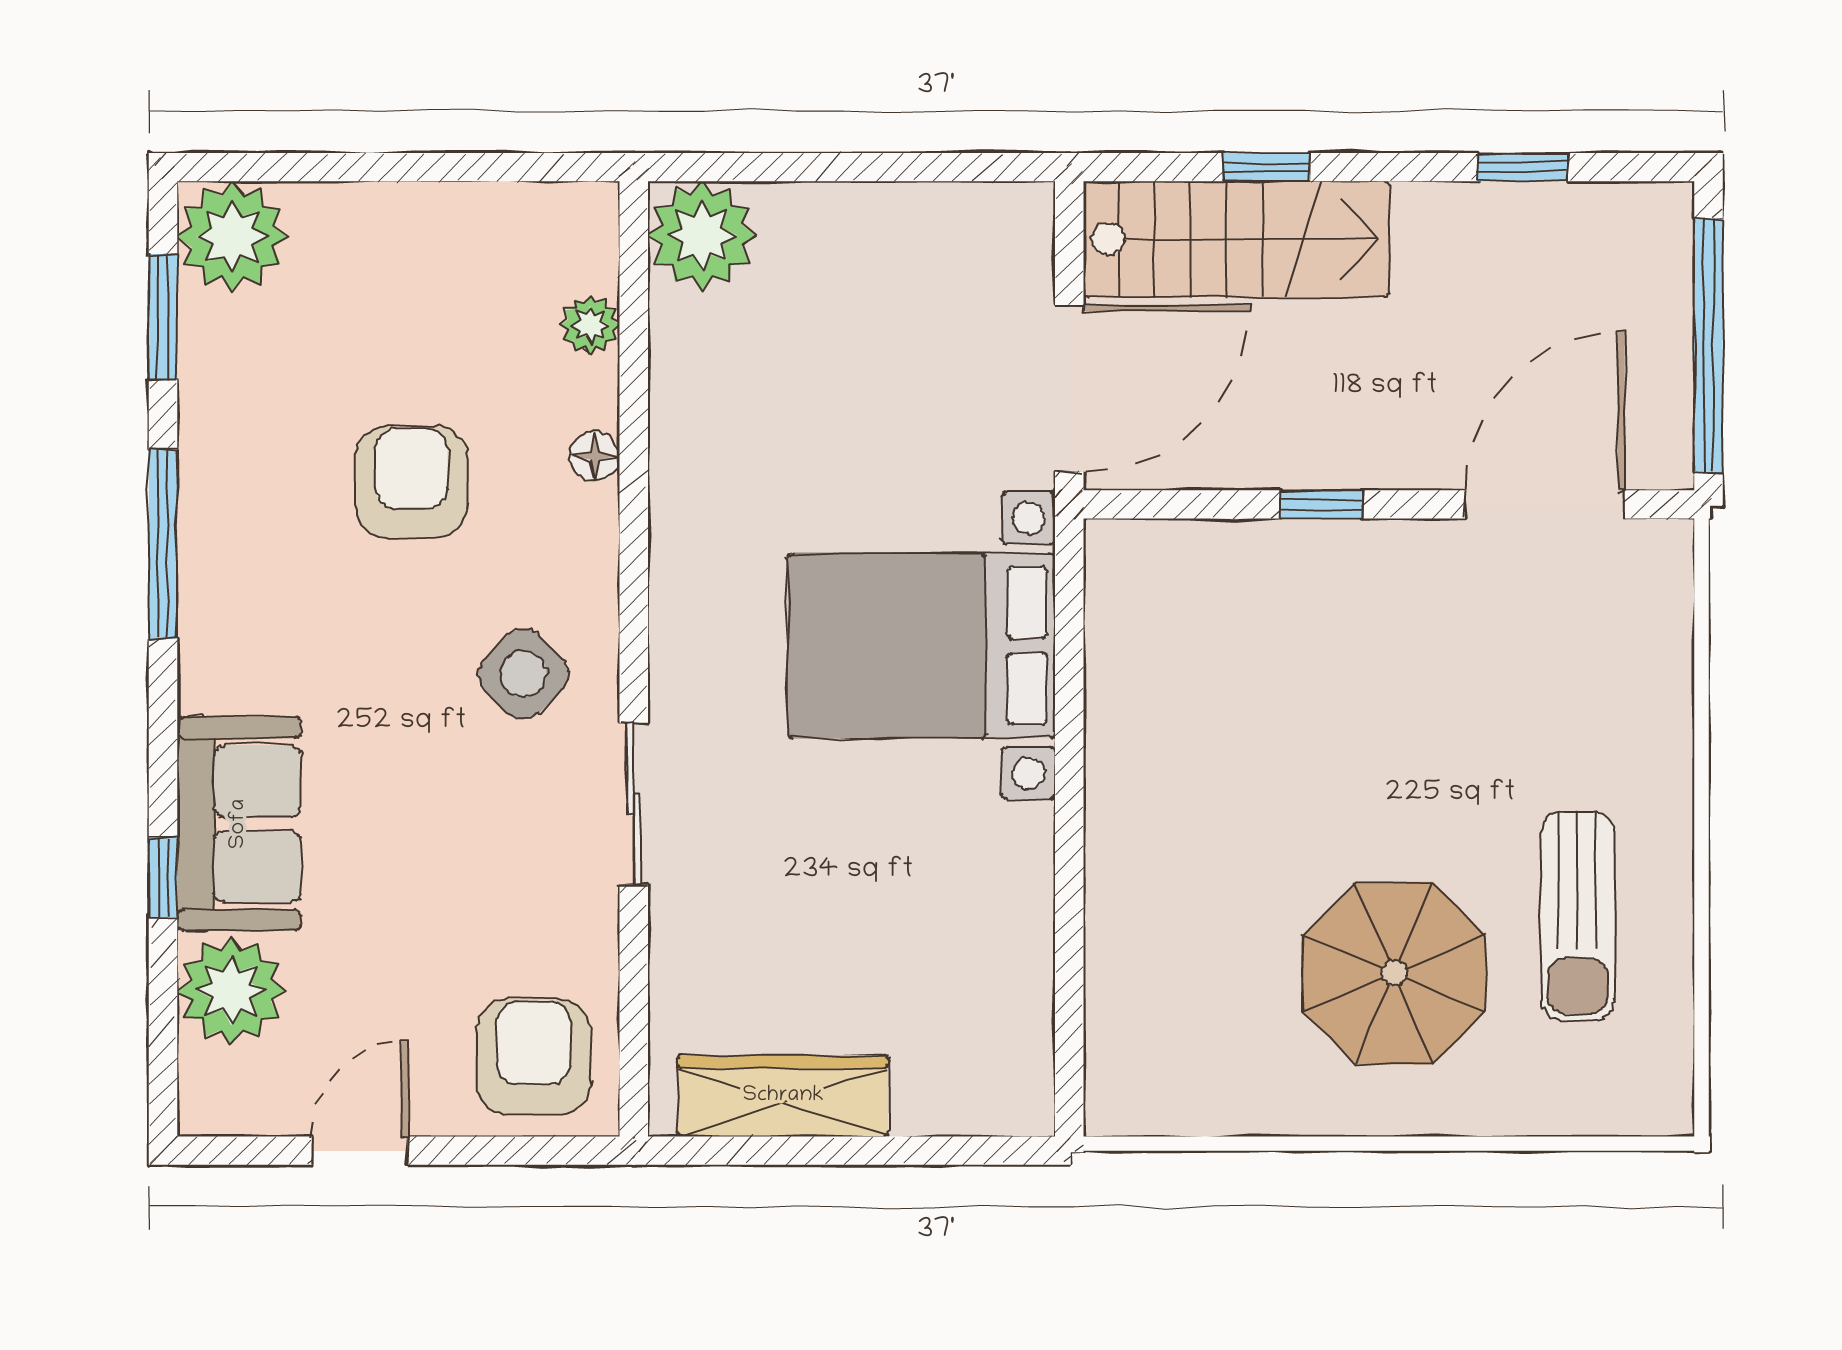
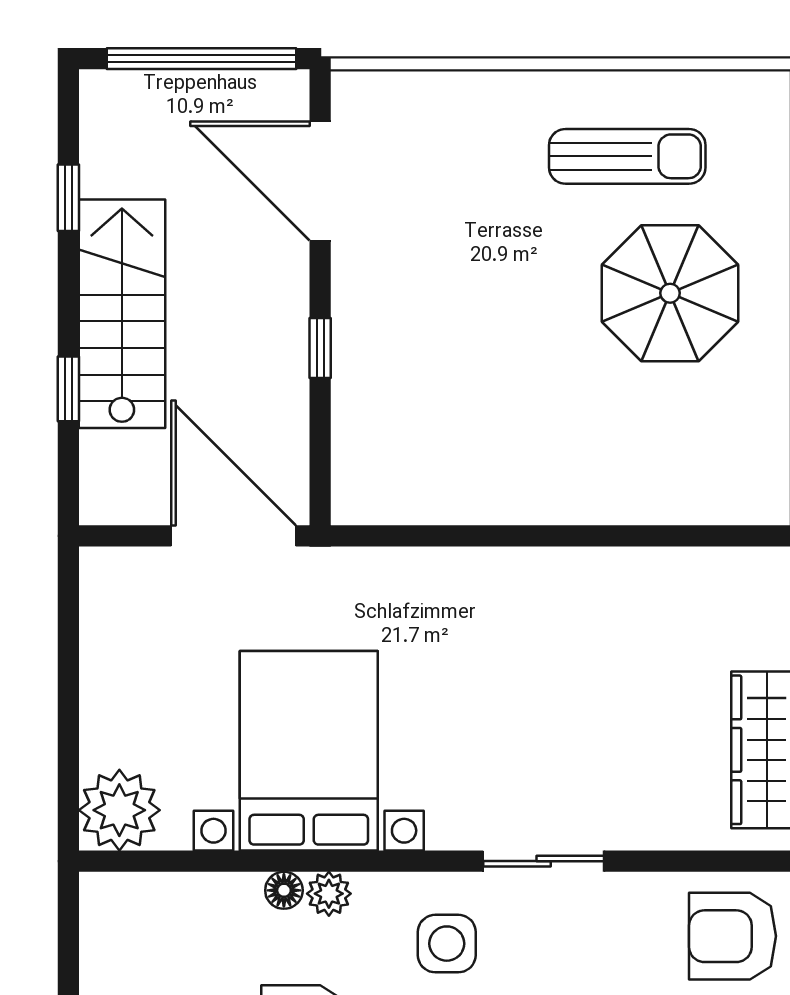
stairs: (1236, 239) -> (122, 314), moved
plant: (590, 325) -> (329, 894), moved
bed with nightstands: (922, 646) -> (309, 751), moved, turned 180
side table: (523, 674) -> (447, 944), turned 45

